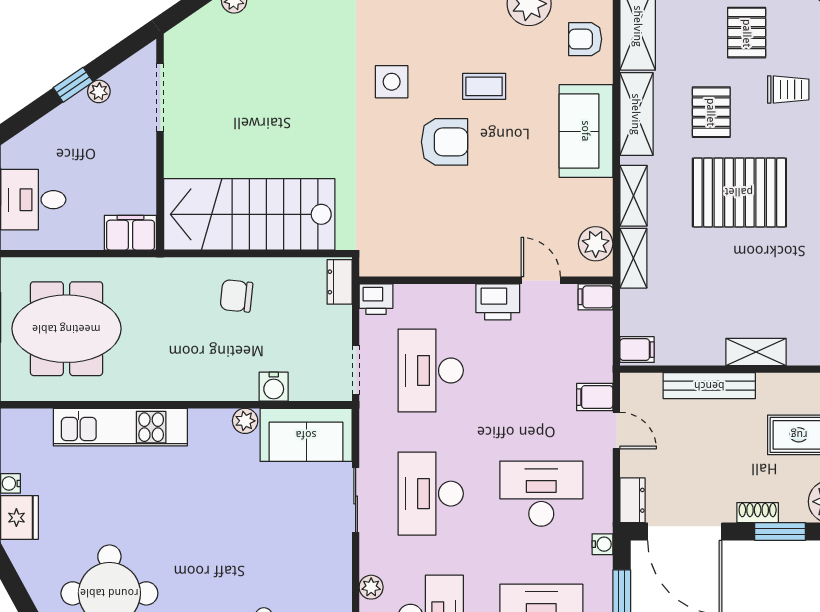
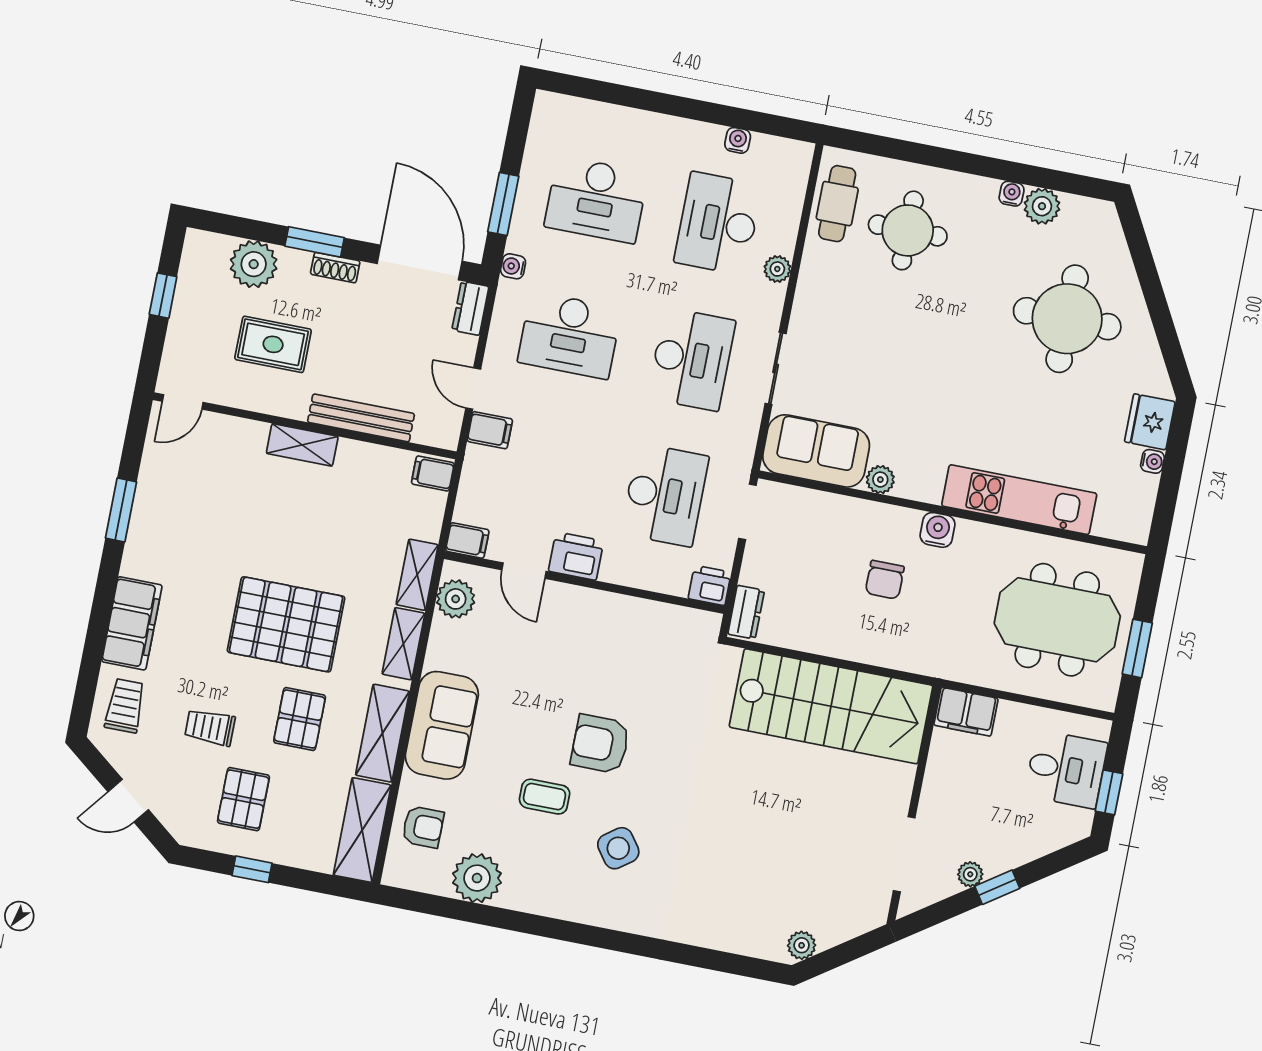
side table: (392, 82) -> (618, 848), moved, turned -36
chair: (236, 296) -> (885, 580), moved, turned 84
water cooler: (274, 387) -> (938, 530), moved

